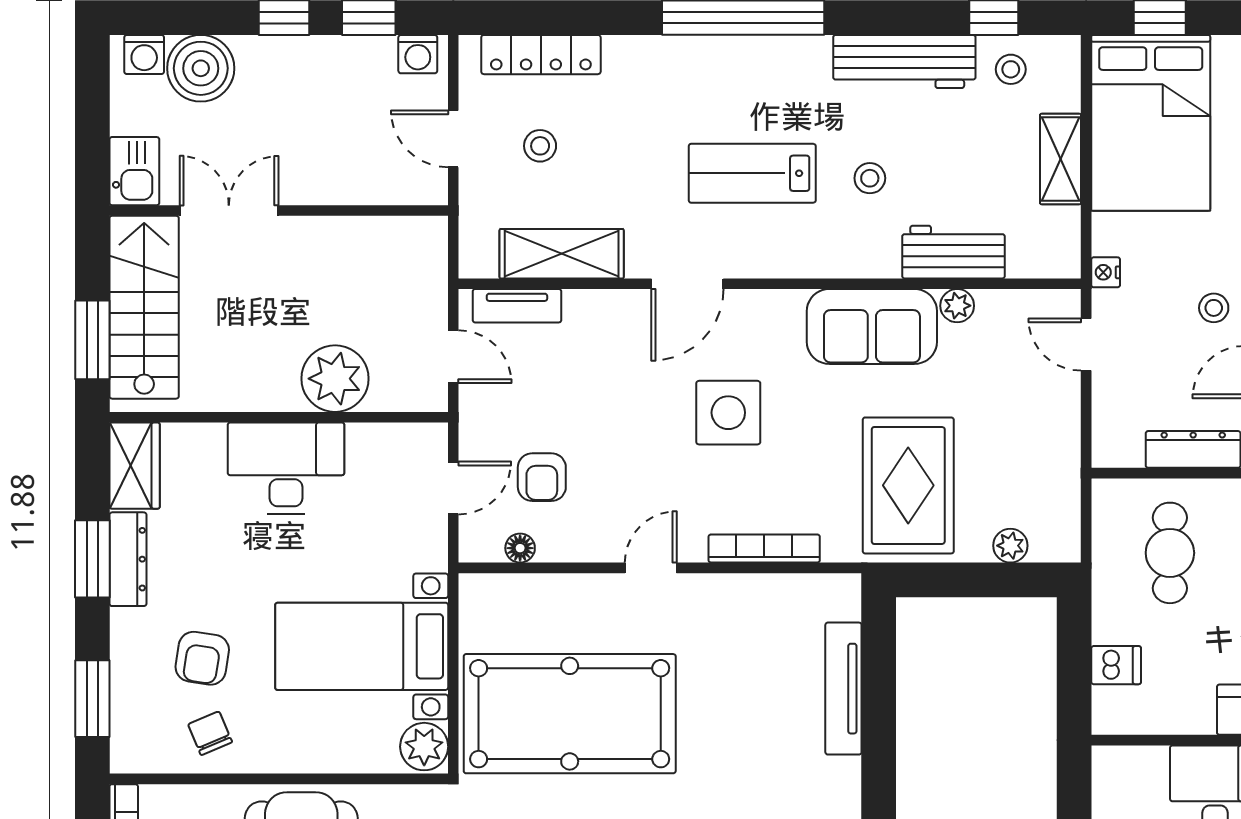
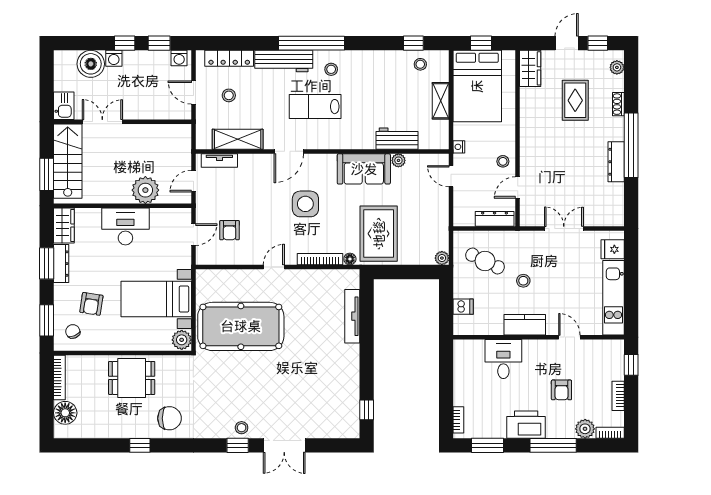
washing machine: (144, 55) -> (114, 58), moved
workbench: (904, 62) -> (284, 61), moved
stool: (870, 178) -> (331, 69), moved
door: (453, 357) -> (193, 181), swing flipped
plant: (1010, 546) -> (442, 258), moved
floor lamp: (520, 548) -> (350, 259), moved
cafe table: (1170, 553) -> (485, 261), turned -64
chair: (210, 733) -> (73, 331), moved

